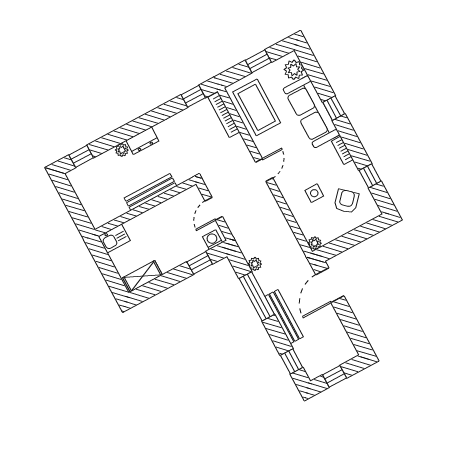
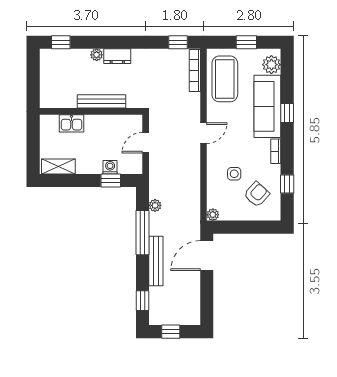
kitchen sink: (114, 239) -> (71, 123), moved
washing machine: (213, 240) -> (110, 167), moved

